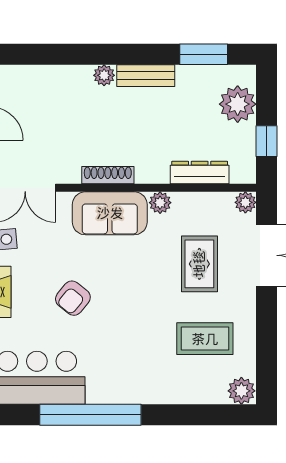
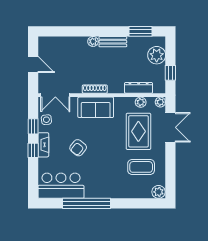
plant: (160, 203) -> (141, 102), moved
rug: (199, 264) -> (138, 131), width x1.36, depth x1.43

